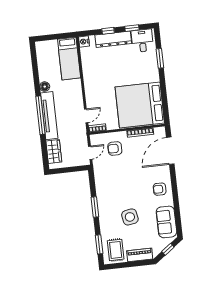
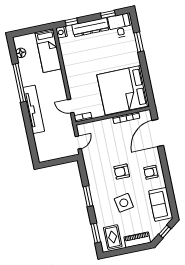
window: (108, 31) -> (71, 22), moved
floor lamp: (45, 87) -> (21, 53), moved
window: (40, 115) -> (19, 83), moved
door: (86, 116) -> (71, 106), swing flipped
armchair: (115, 148) -> (122, 172), moved
wardrobe: (54, 151) -> (42, 145), removed

